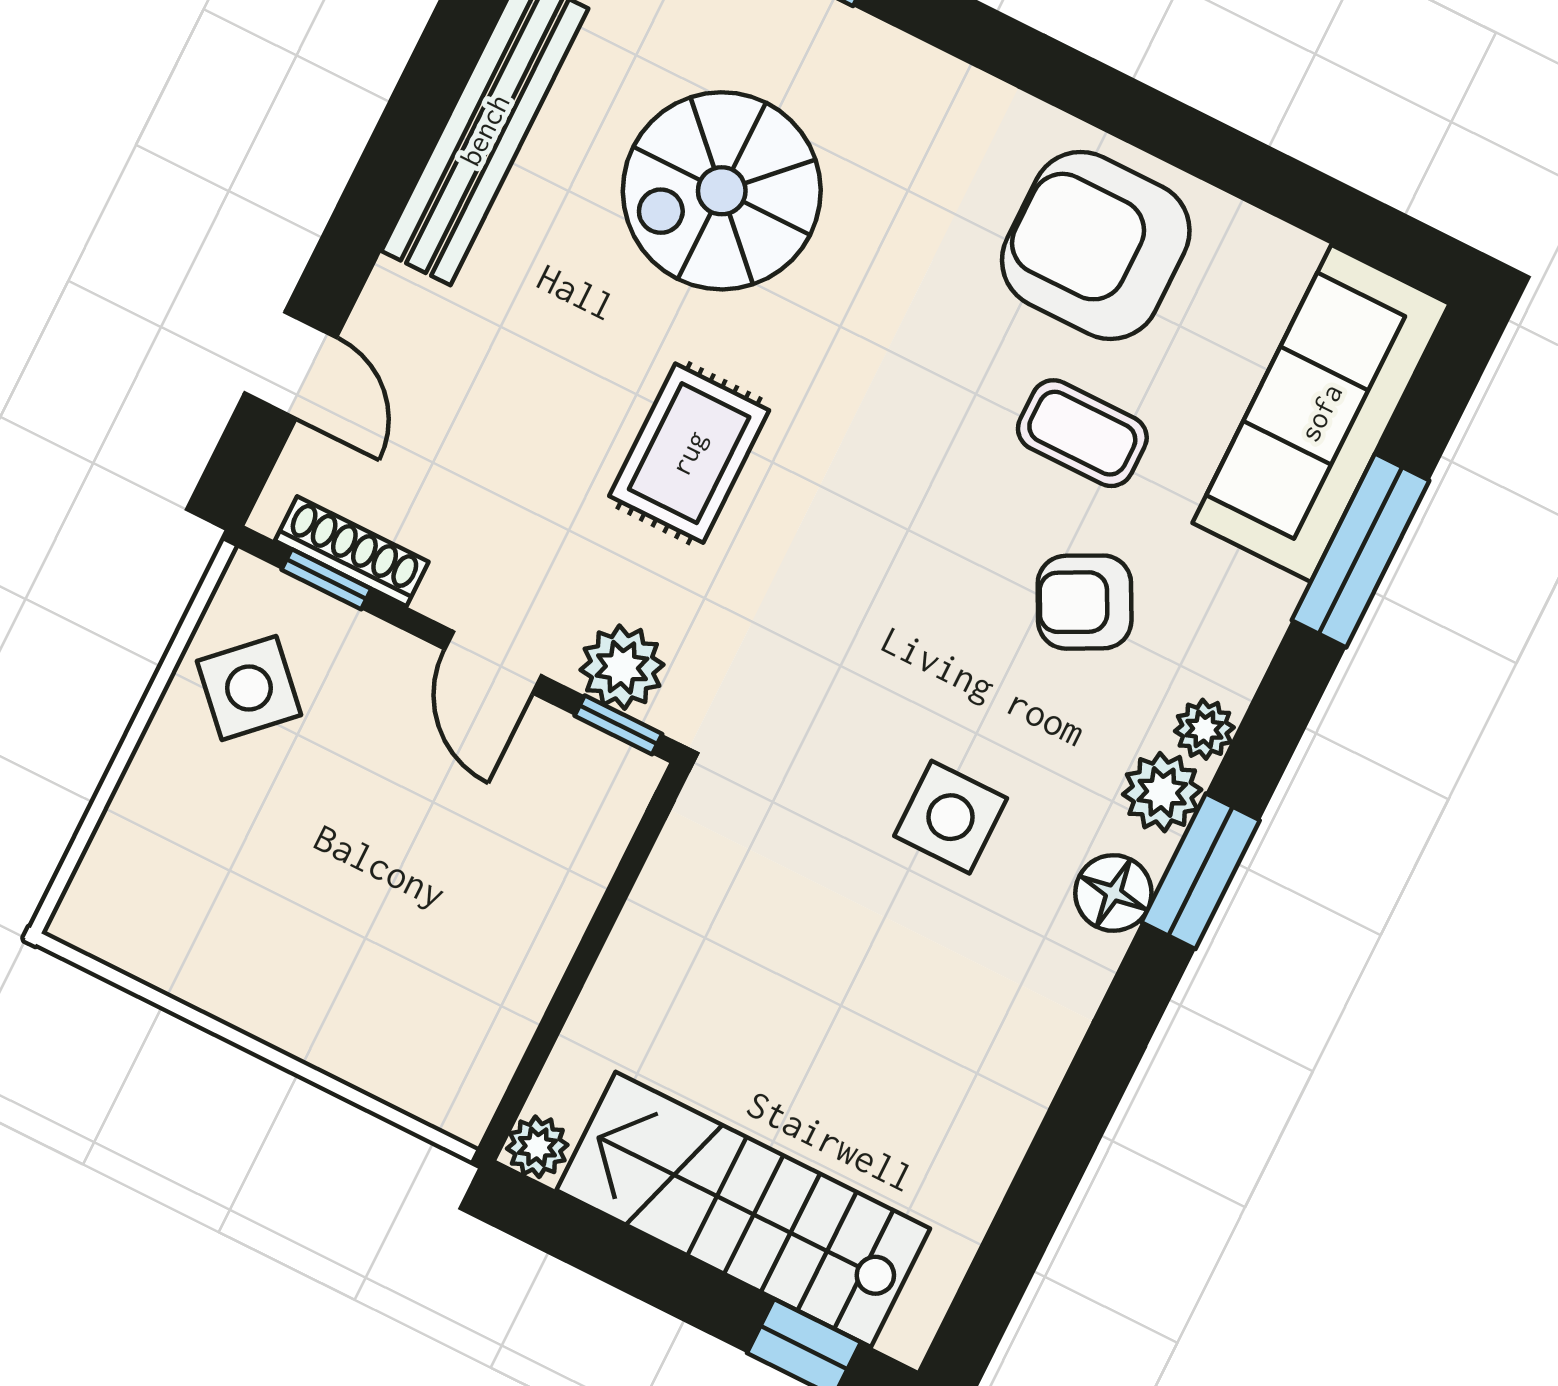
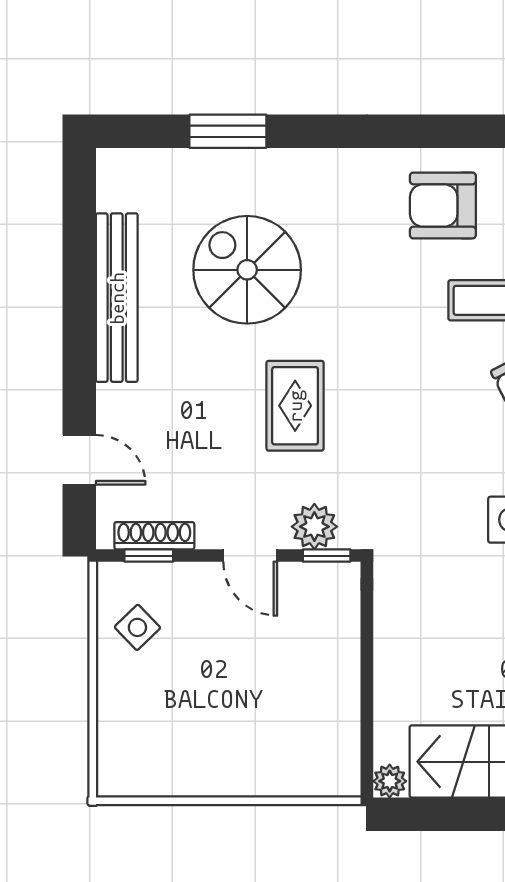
spiral stairs: (722, 191) -> (247, 270), turned 90
armchair: (1096, 245) -> (443, 205), width x0.73, depth x0.73
side table: (249, 688) -> (137, 627), width x0.73, depth x0.73

